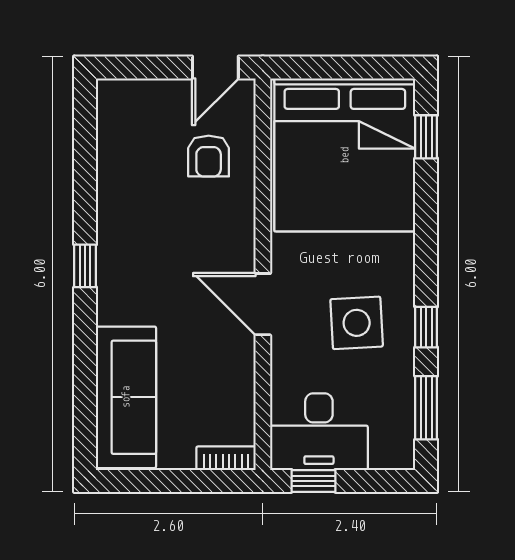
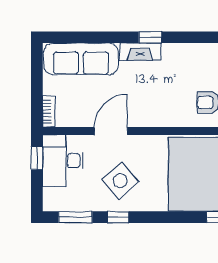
fireplace: (112, 285) -> (140, 52), added
door: (263, 304) -> (111, 131), moved
side table: (357, 323) -> (120, 181), turned -38

